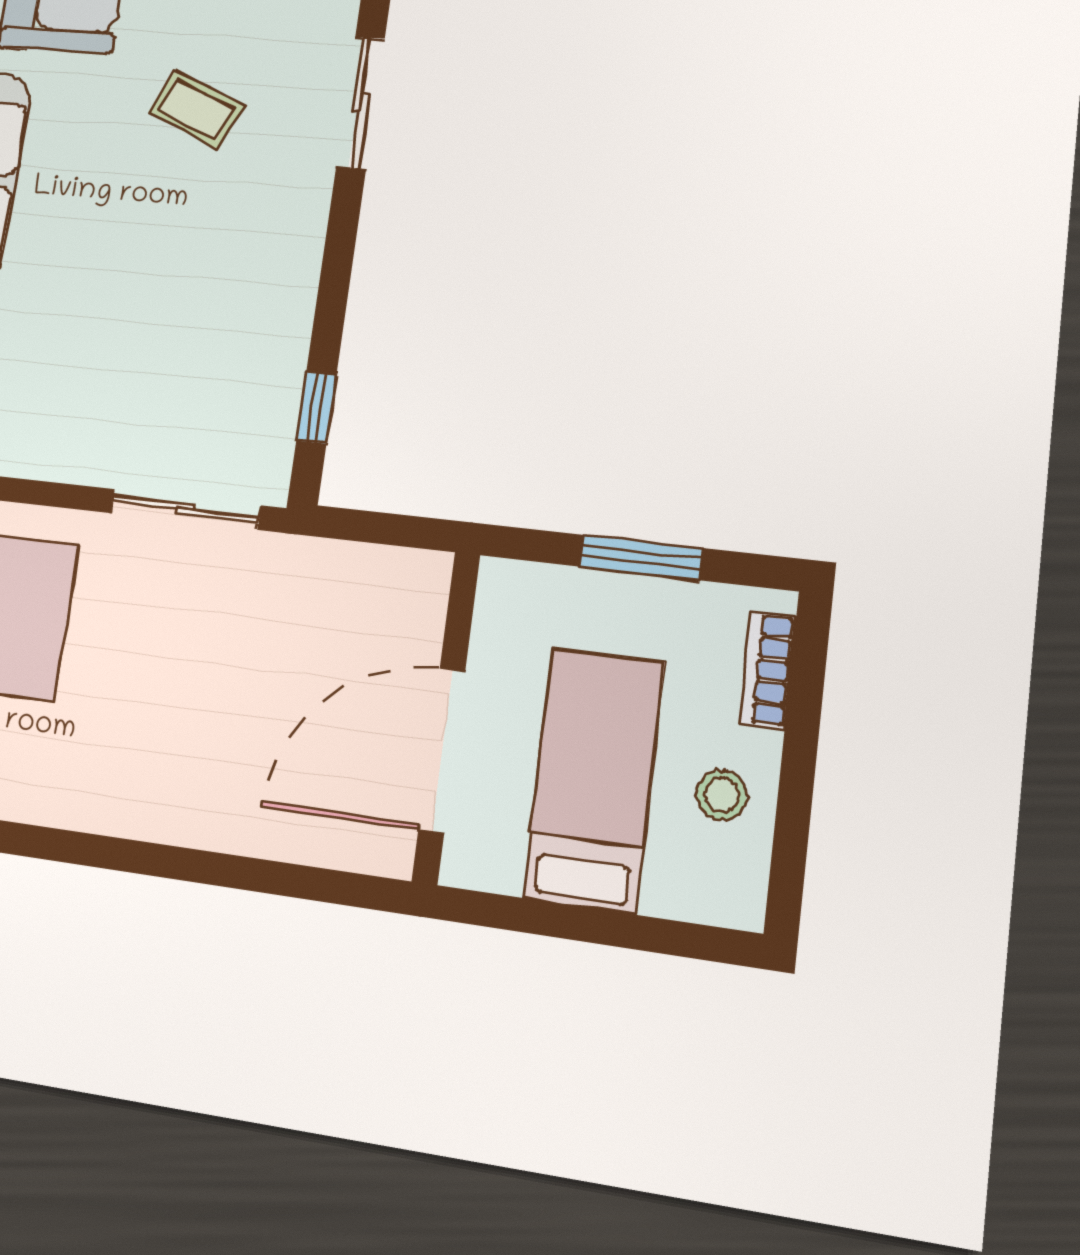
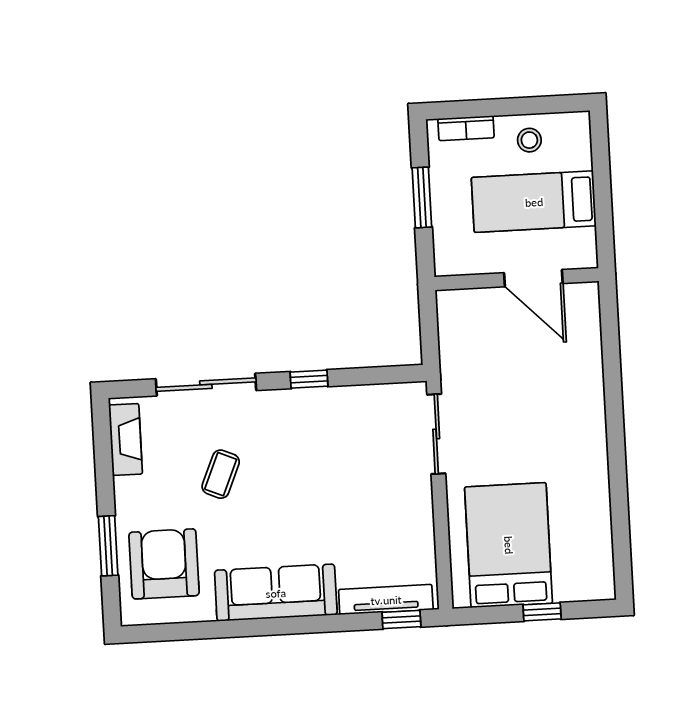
sliding door: (360, 103) -> (206, 385), width x1.37
window: (316, 408) -> (309, 379), moved
door: (442, 750) -> (533, 278), width x0.73

